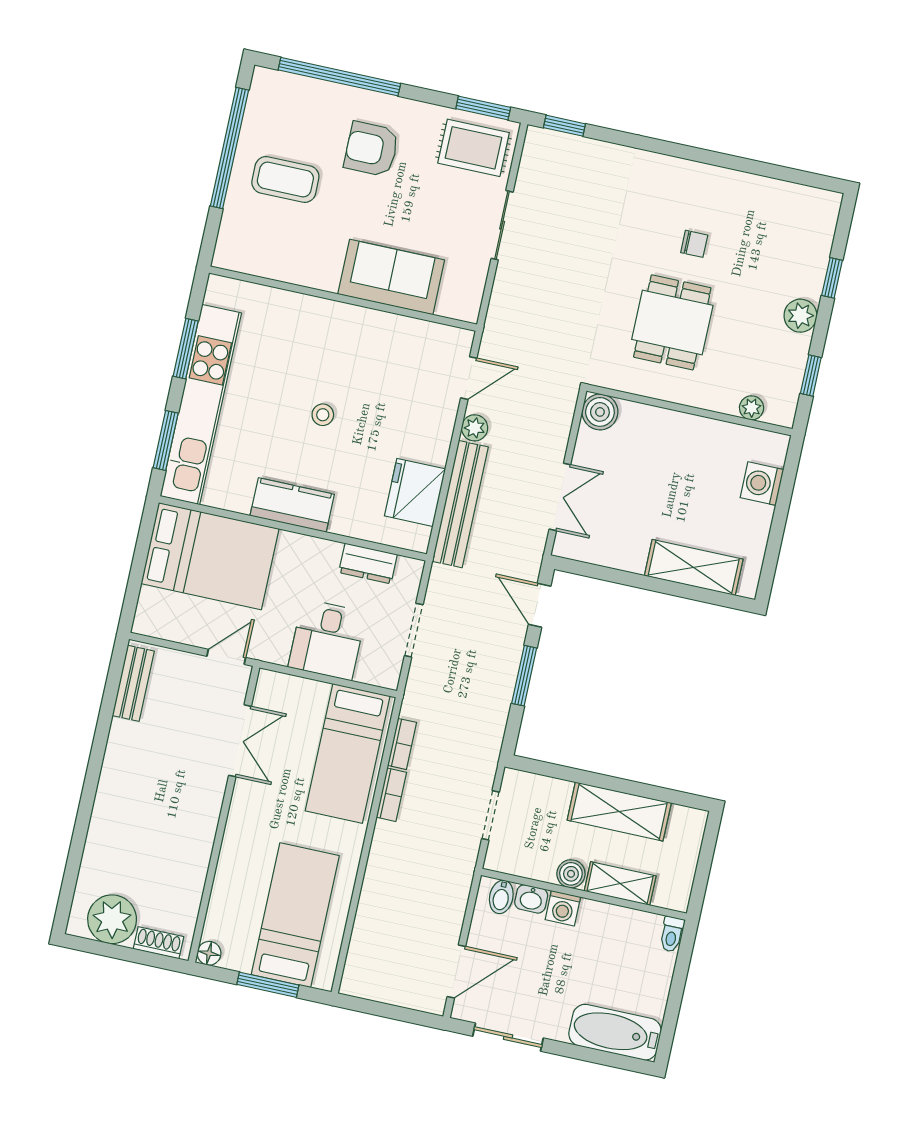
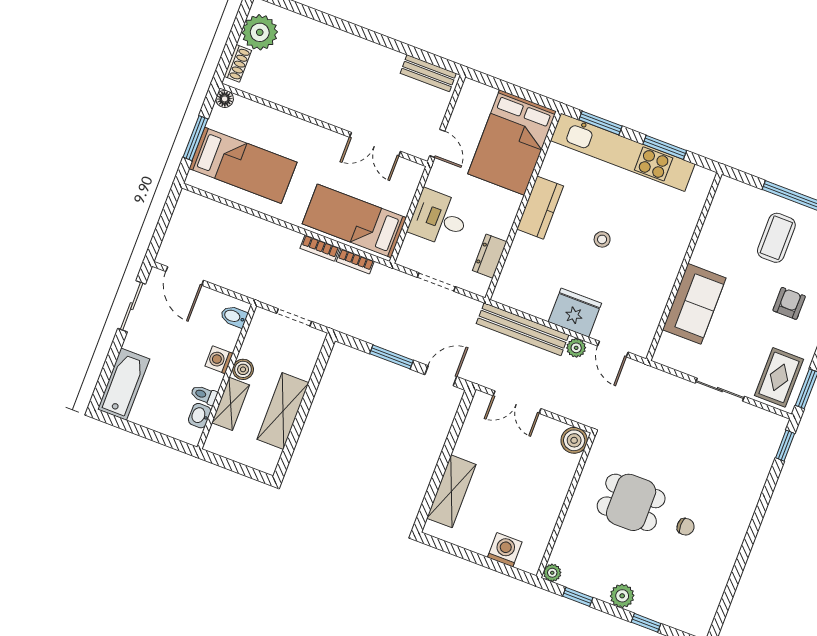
armchair: (371, 149) -> (789, 303), width x0.72, depth x0.72
chair: (694, 244) -> (686, 527), turned -90
plant: (752, 408) -> (552, 573), moved
fridge: (415, 492) -> (575, 313), moved
washbasin: (531, 899) -> (200, 416), moved
toilet: (672, 934) -> (204, 395), moved

